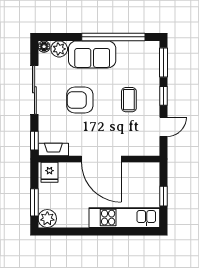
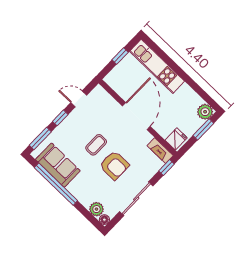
sofa: (92, 54) -> (58, 165), moved
coffee table: (129, 100) -> (96, 145), moved

